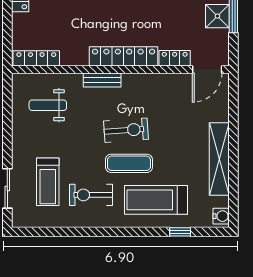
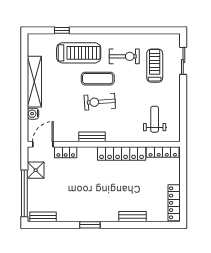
shower: (217, 16) -> (36, 170), moved
locker: (124, 56) -> (122, 154), moved
bench: (102, 80) -> (92, 137), moved
weight bench: (48, 105) -> (155, 119), turned -90
water cooler: (221, 216) -> (33, 114), moved

